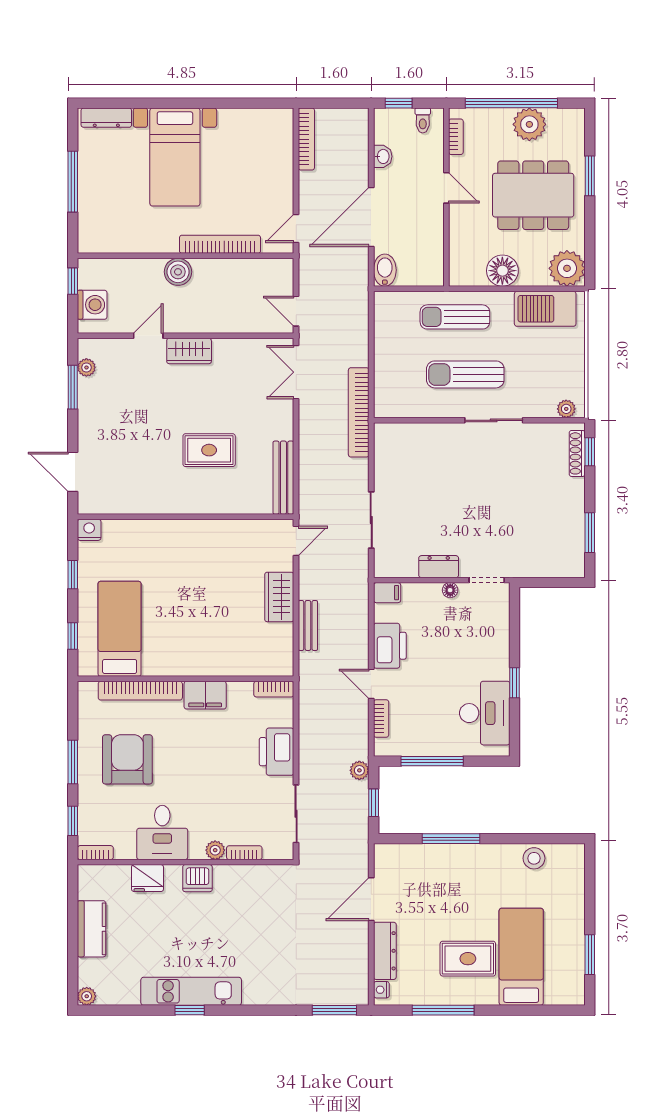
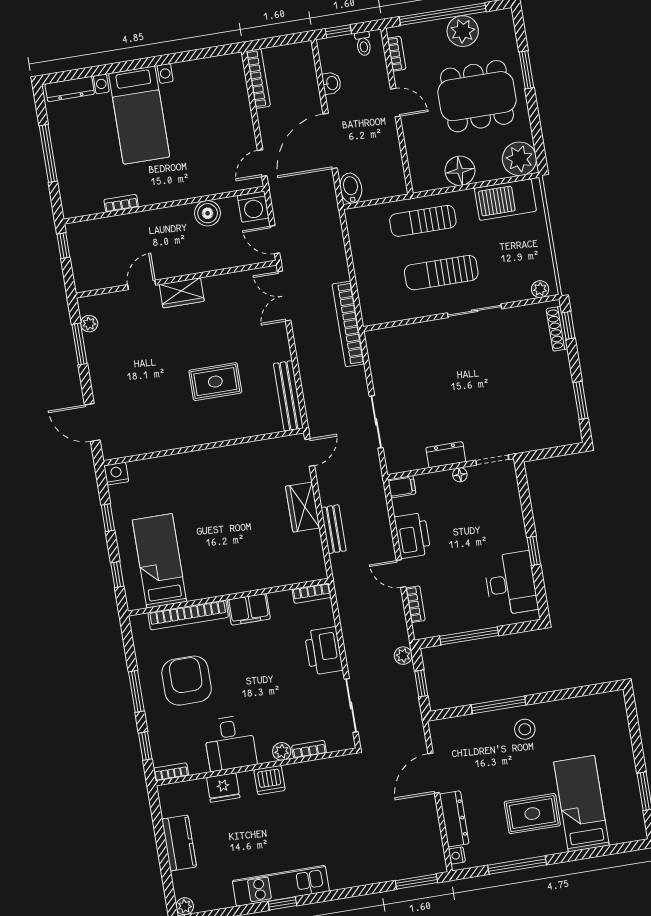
bookcase: (220, 244) -> (121, 203), moved, width x0.43, depth x0.76
boiler: (178, 272) -> (208, 213), moved
washing machine: (92, 305) -> (253, 207), moved, turned 90
stool: (534, 858) -> (525, 729), moved

